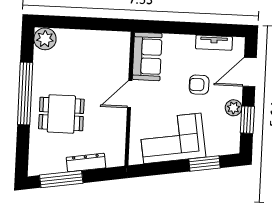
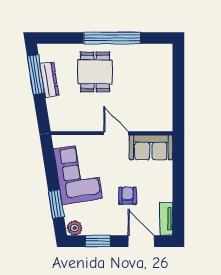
plant: (45, 39) -> (163, 54), removed
tv unit: (214, 43) -> (166, 219), moved
plant: (233, 108) -> (75, 228), moved
dresser: (86, 163) -> (49, 80), moved

